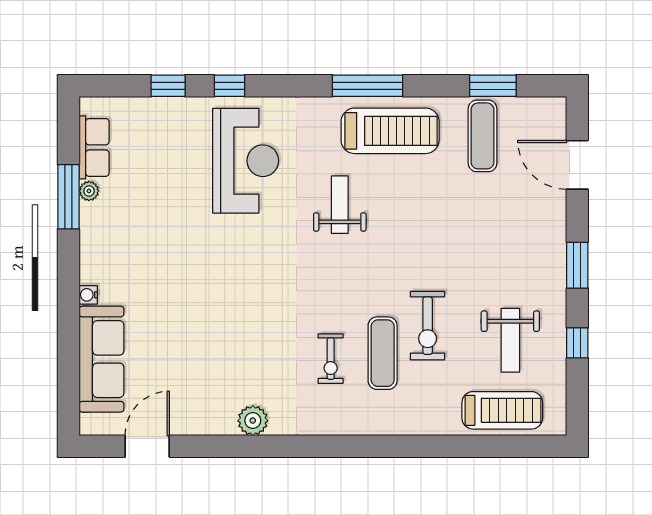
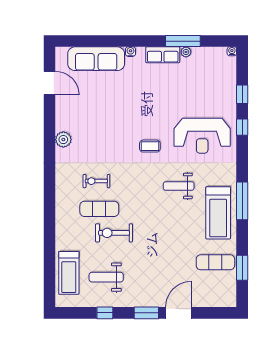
water cooler: (88, 105) -> (232, 51), added
row of seats: (94, 147) -> (163, 55), moved
door: (577, 165) -> (179, 313), moved
weight bench: (340, 205) -> (179, 186), turned 180
coffee table: (265, 258) -> (150, 146), added

